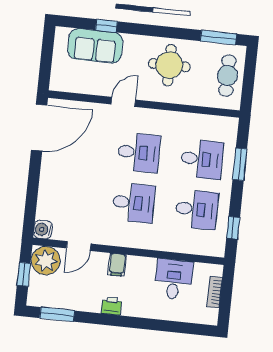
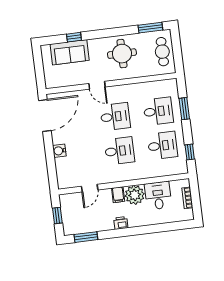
door: (123, 102) -> (97, 85), swing flipped
water cooler: (43, 230) -> (59, 151), moved
plant: (46, 261) -> (135, 195), moved

